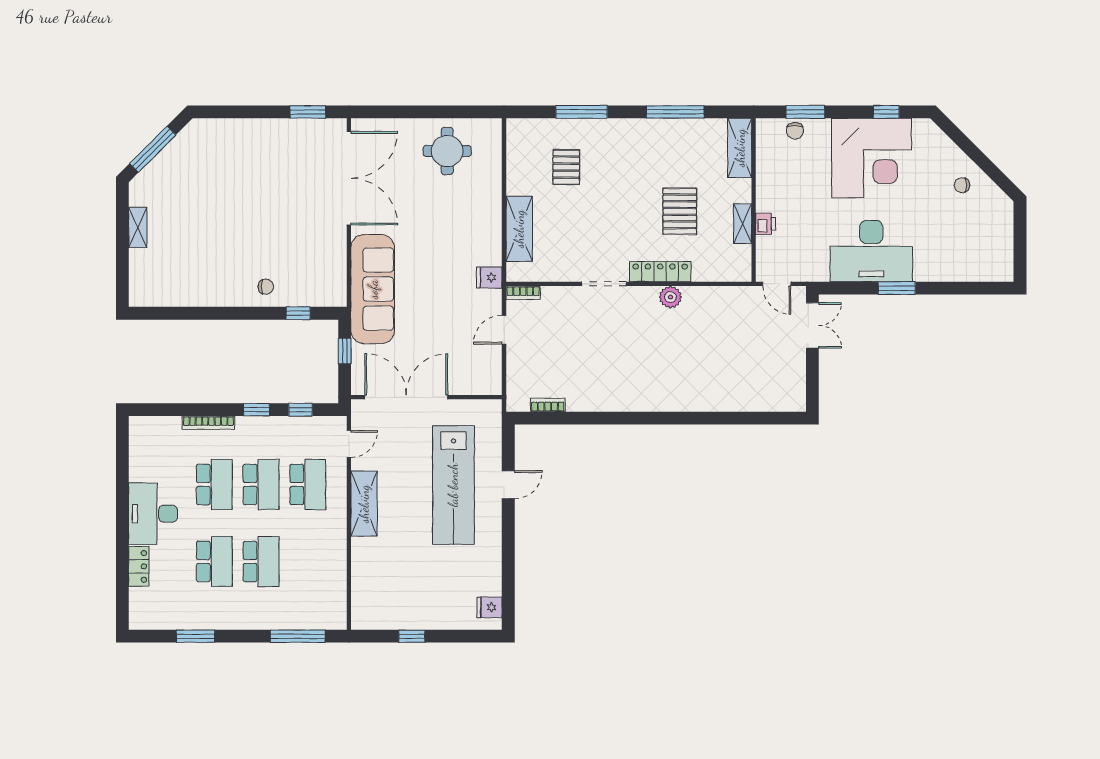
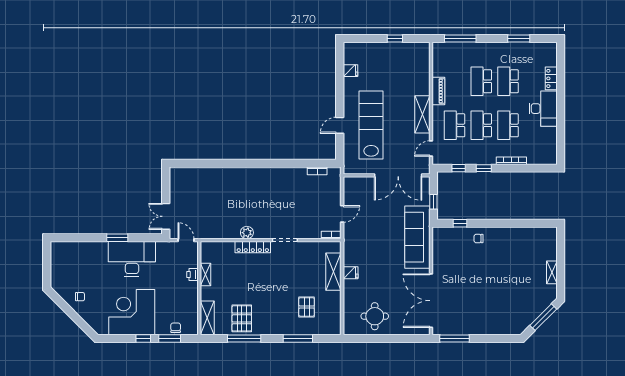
window: (308, 112) -> (455, 339), width x1.44
window: (886, 112) -> (143, 339), moved
pallet: (680, 211) -> (242, 318), moved
fridge: (489, 277) -> (351, 273), moved
piano: (336, 545) -> (438, 91), added
fridge: (490, 607) -> (350, 71), moved

